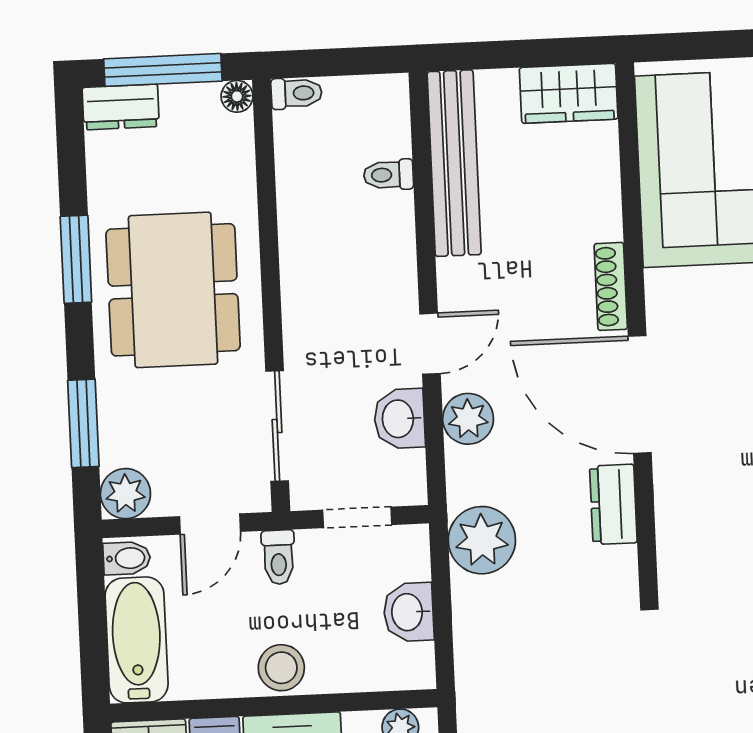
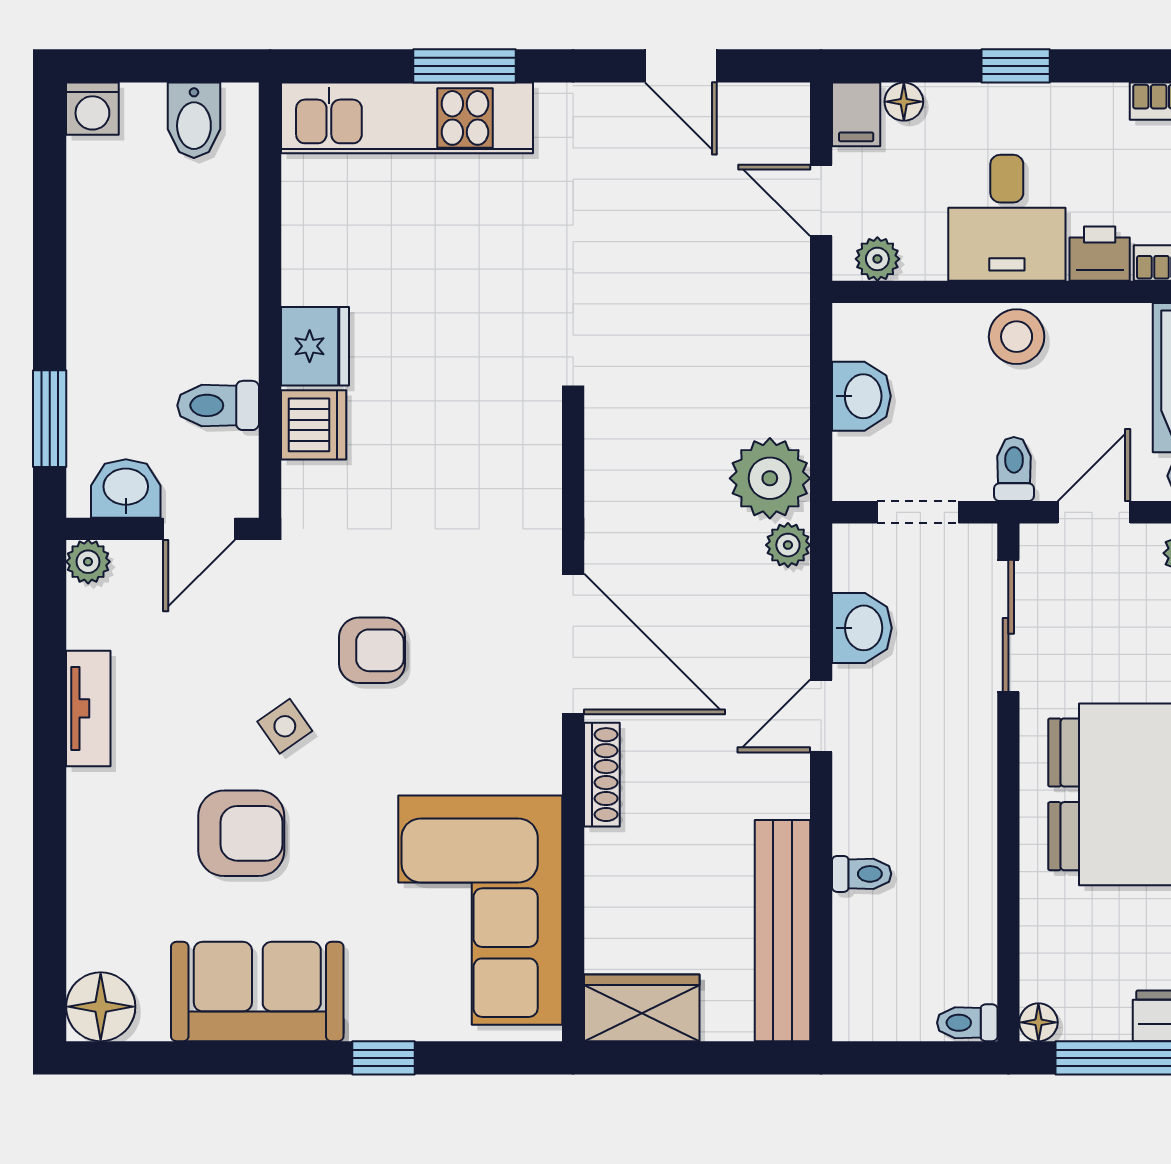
toilet: (388, 175) -> (862, 874), moved
plant: (468, 419) -> (788, 545), moved, width x0.73, depth x0.73
dresser: (613, 504) -> (611, 514), removed

